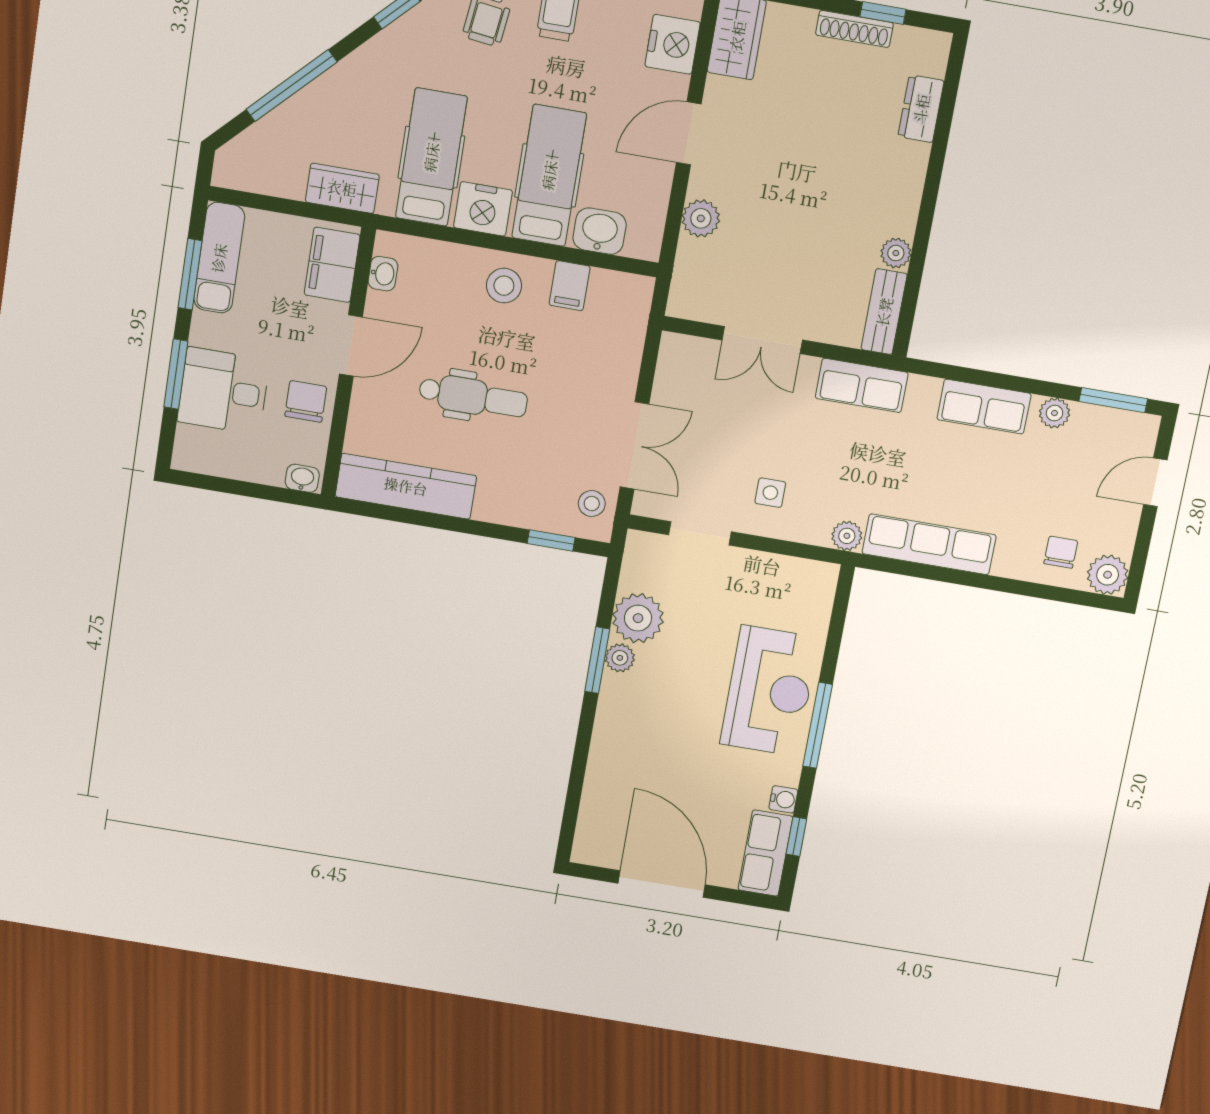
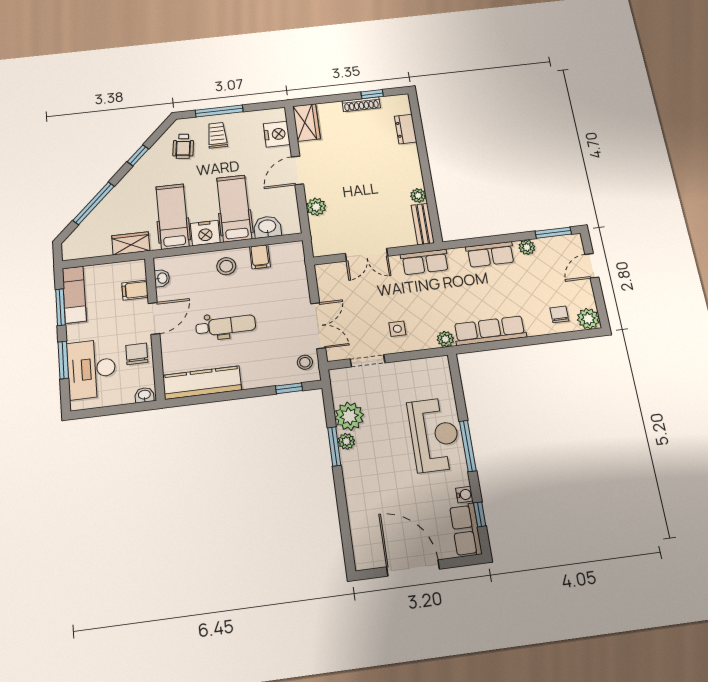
filing cabinet: (332, 265) -> (135, 290), width x0.50
desk: (223, 391) -> (91, 369), width x1.37

